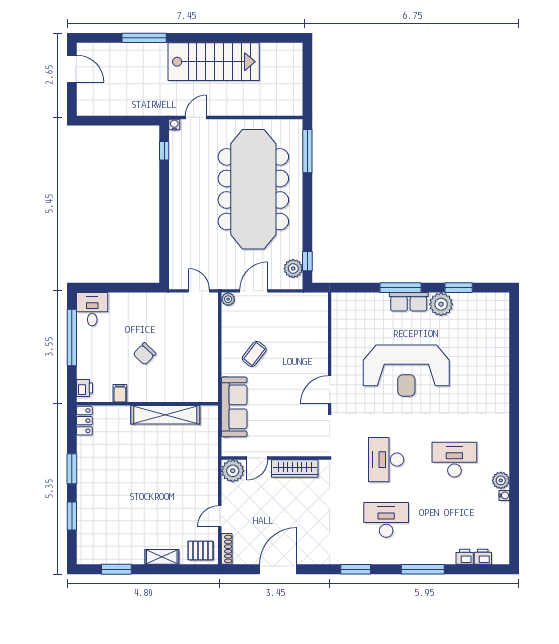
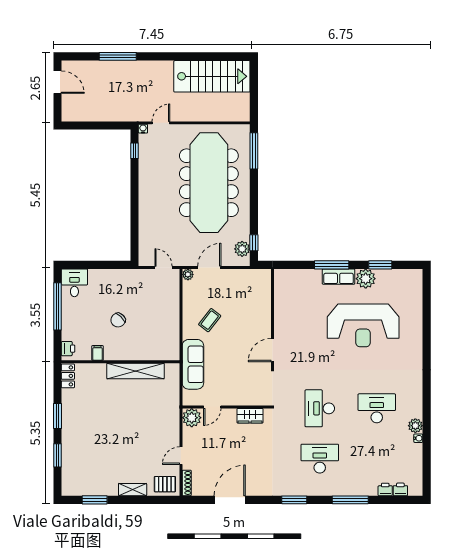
stairs: (214, 62) -> (212, 76), moved
reception desk: (406, 371) -> (363, 325), moved
wardrobe: (295, 468) -> (250, 416), width x0.67

